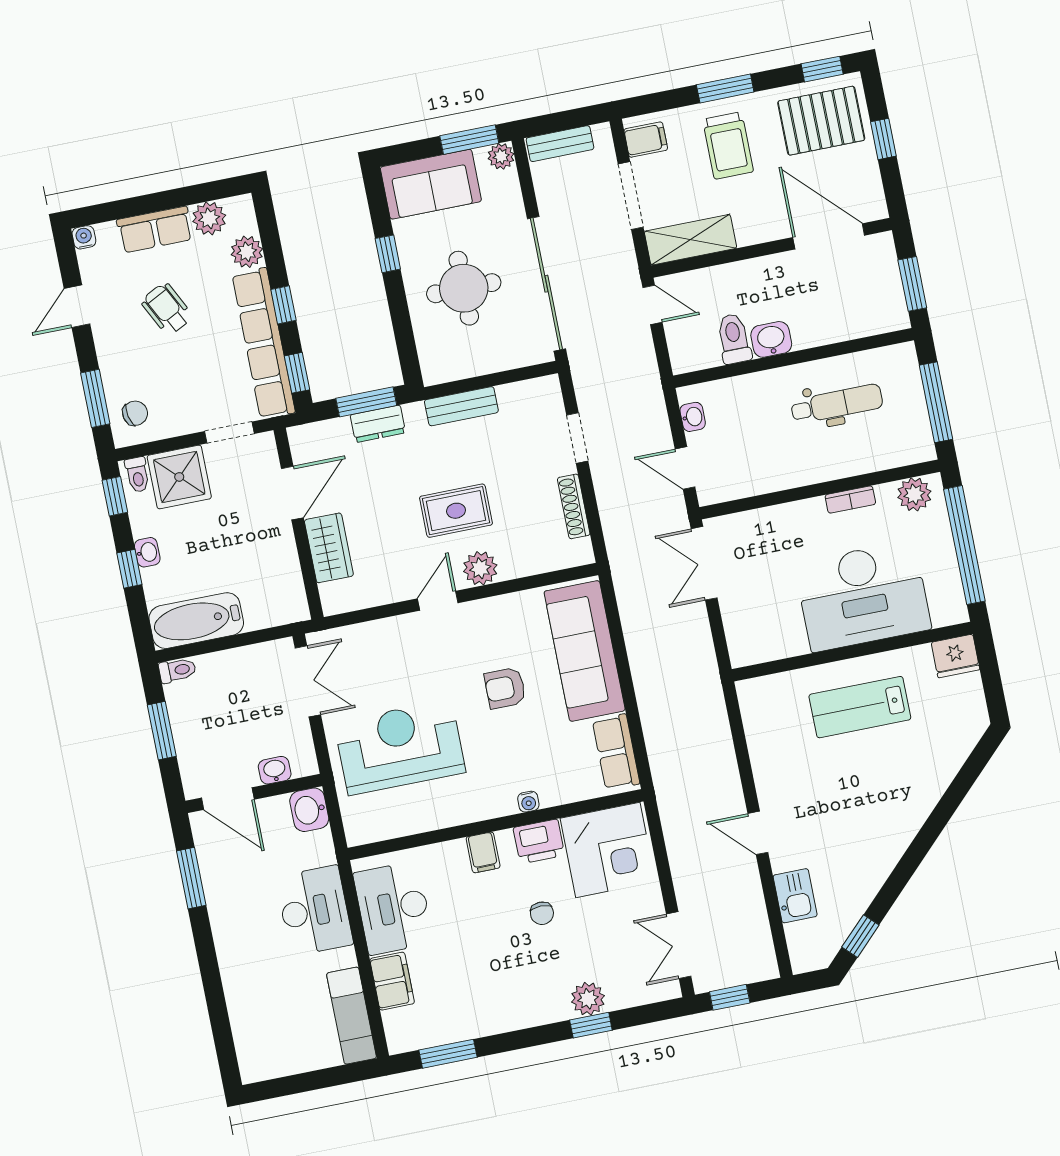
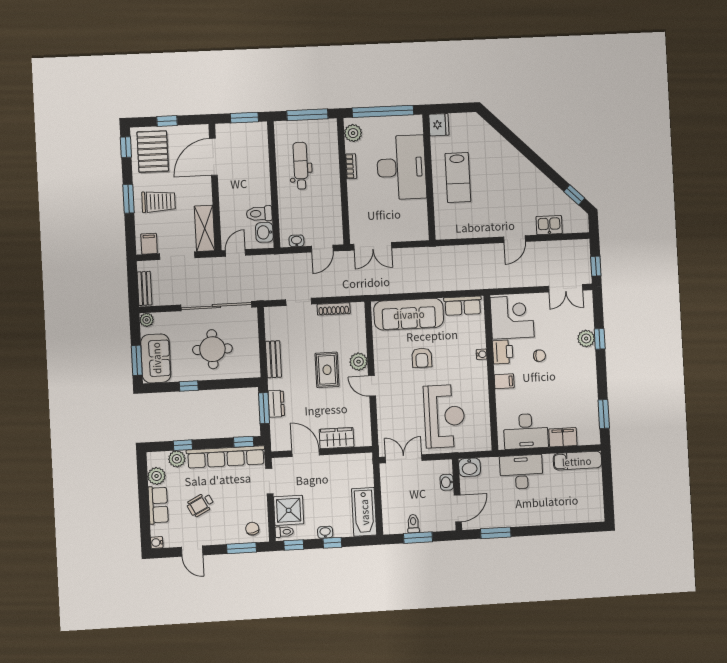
window: (469, 140) -> (137, 360), moved
window: (283, 305) -> (183, 445), moved
washbasin: (771, 339) -> (264, 232), moved
toilet: (177, 670) -> (413, 524), moved
reception desk: (400, 747) -> (444, 416), turned 180

